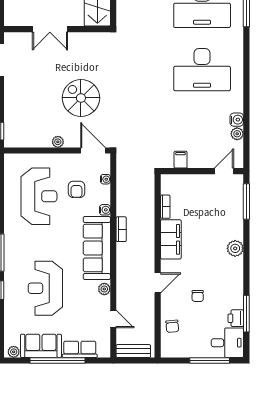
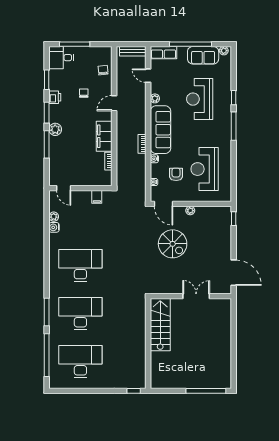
door: (224, 171) -> (64, 188), hinge flipped
window: (246, 201) -> (47, 144), moved
window: (246, 270) -> (47, 113), added
reception desk: (45, 288) -> (200, 99), turned 180
window: (246, 314) -> (47, 80), width x0.69
printer: (236, 318) -> (55, 97), moved
row of seats: (80, 349) -> (163, 53), moved

